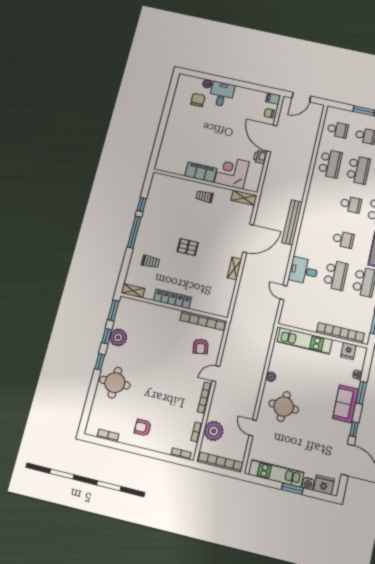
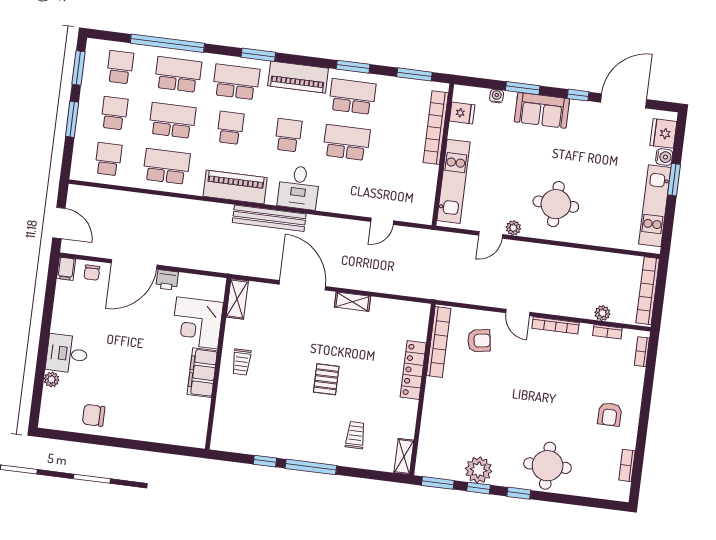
chair: (198, 100) -> (94, 415), moved
piano: (314, 204) -> (235, 187), added
desk: (303, 271) -> (299, 187), moved
locker: (172, 299) -> (413, 370), moved
door: (253, 428) -> (491, 235), moved
plant: (214, 431) -> (602, 313), width x0.53, depth x0.53

